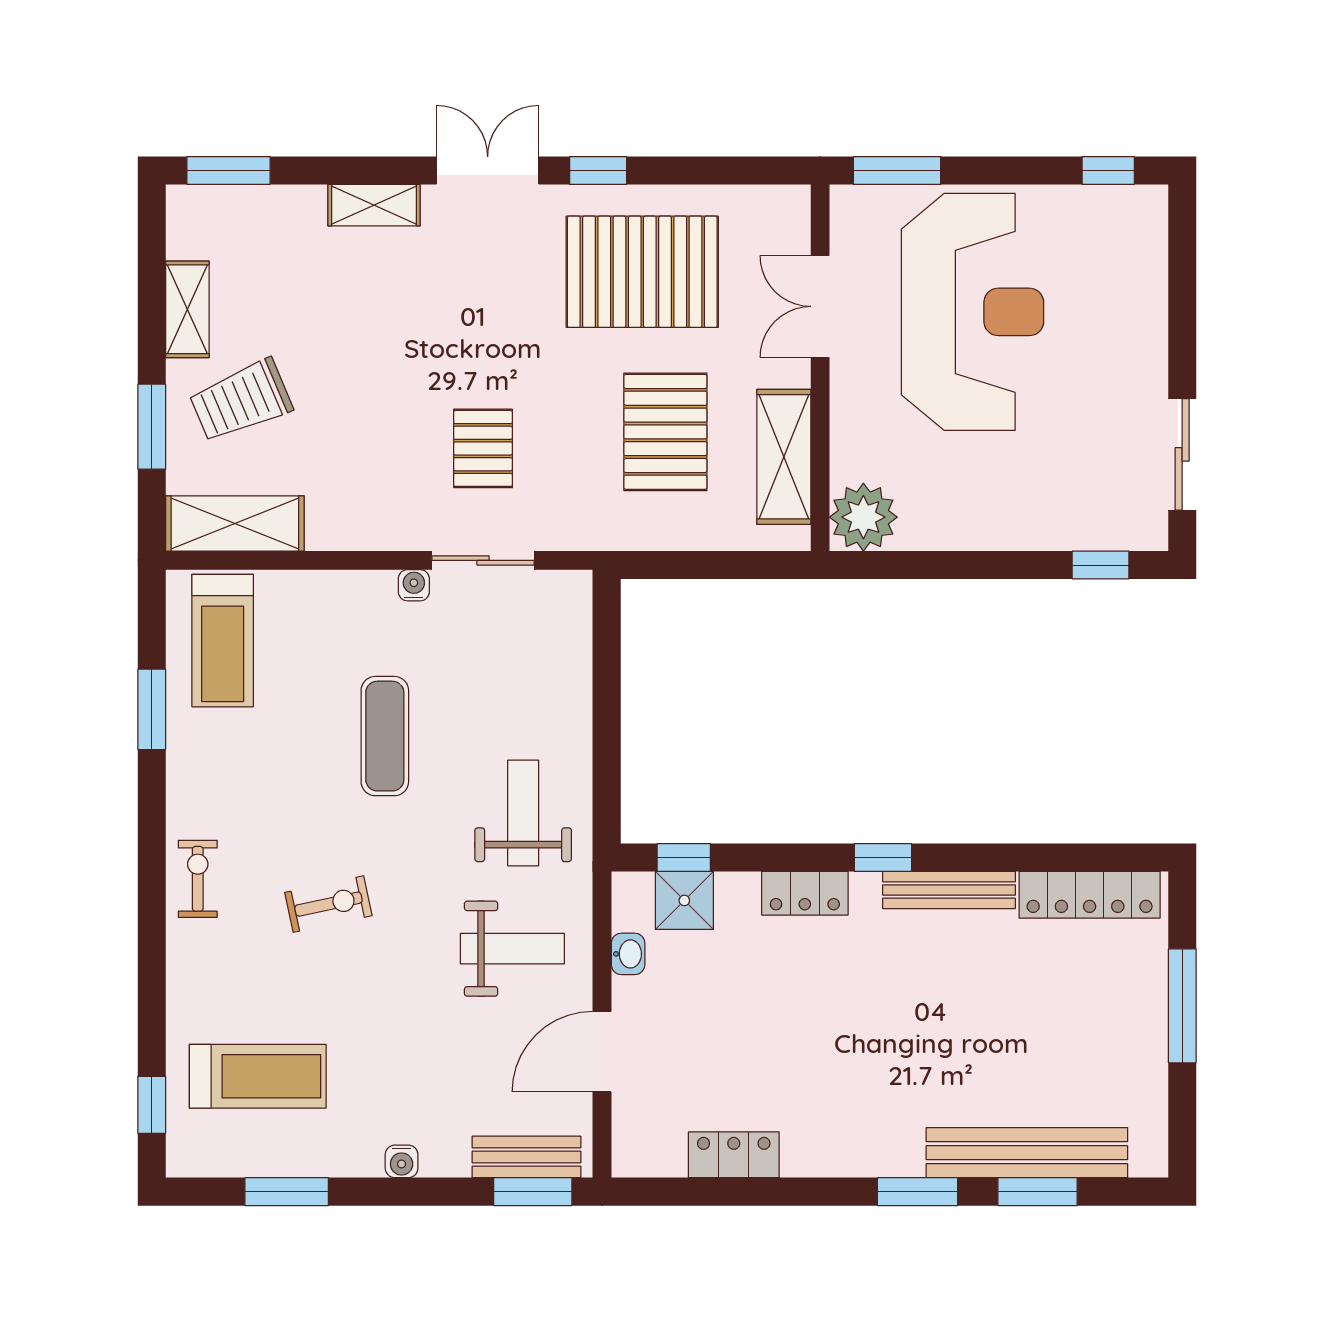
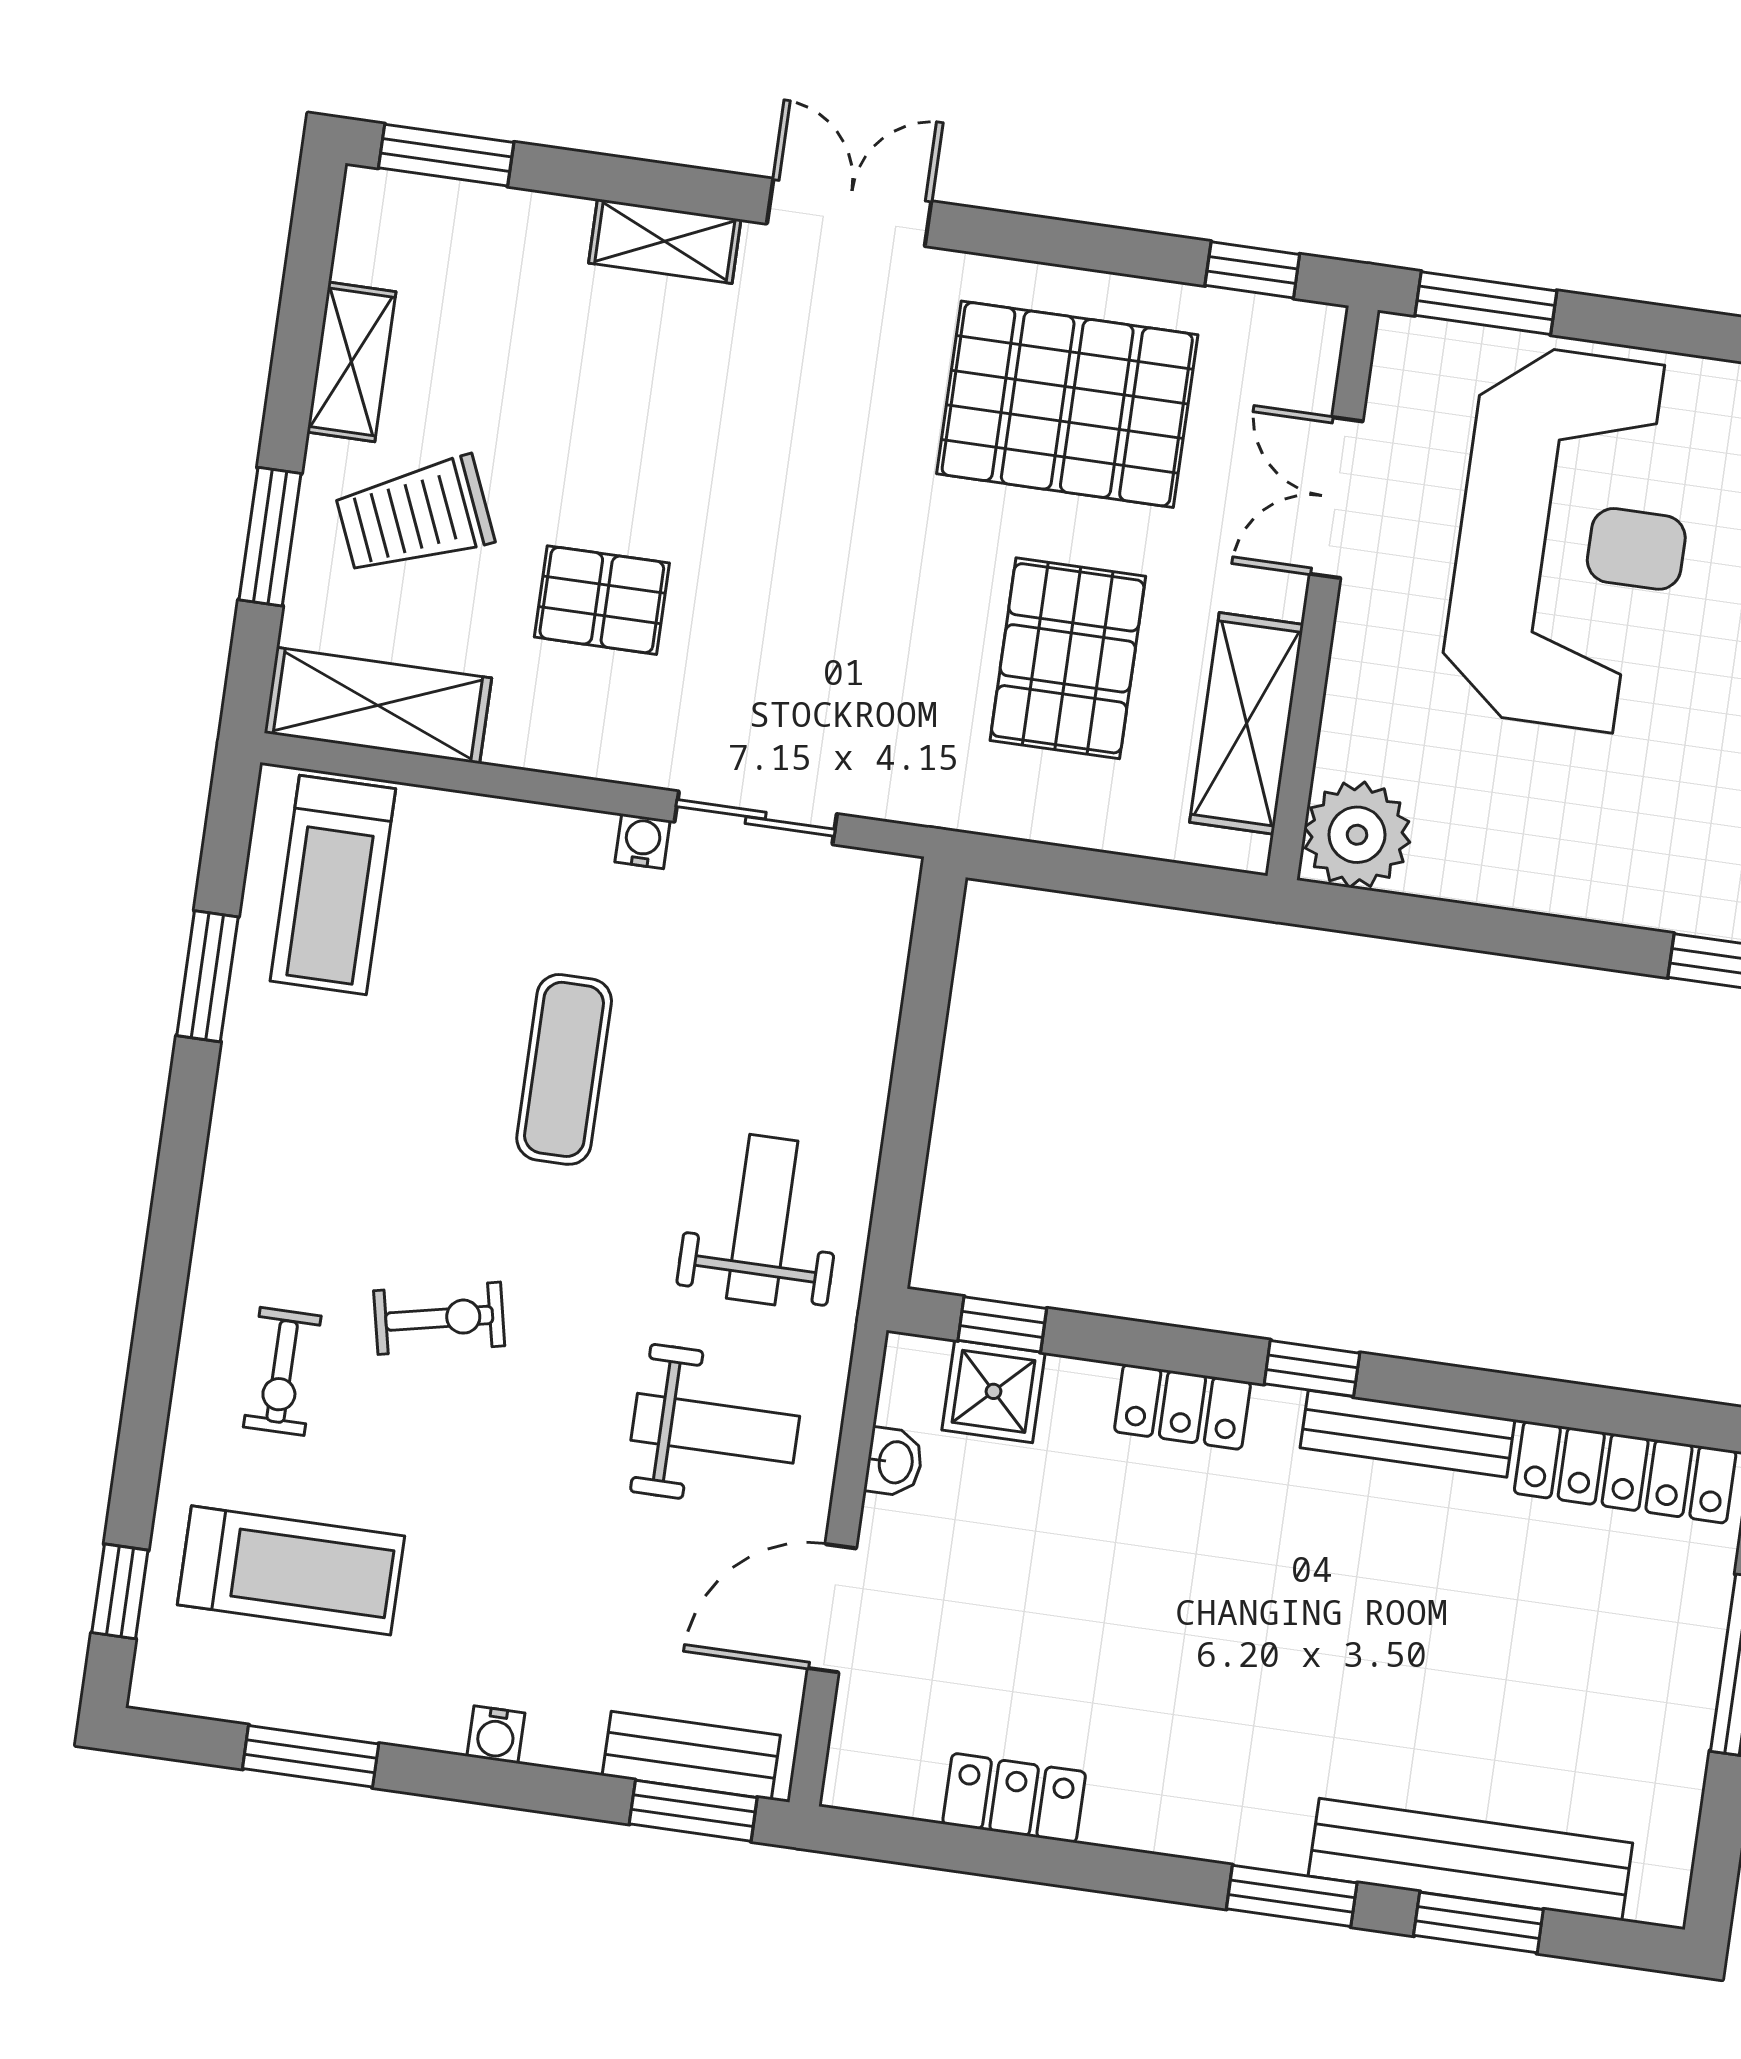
window: (598, 171) -> (1252, 270), moved
pallet: (483, 448) -> (602, 600), moved, turned 90
exercise bike: (198, 879) -> (282, 1371), moved, turned 180

